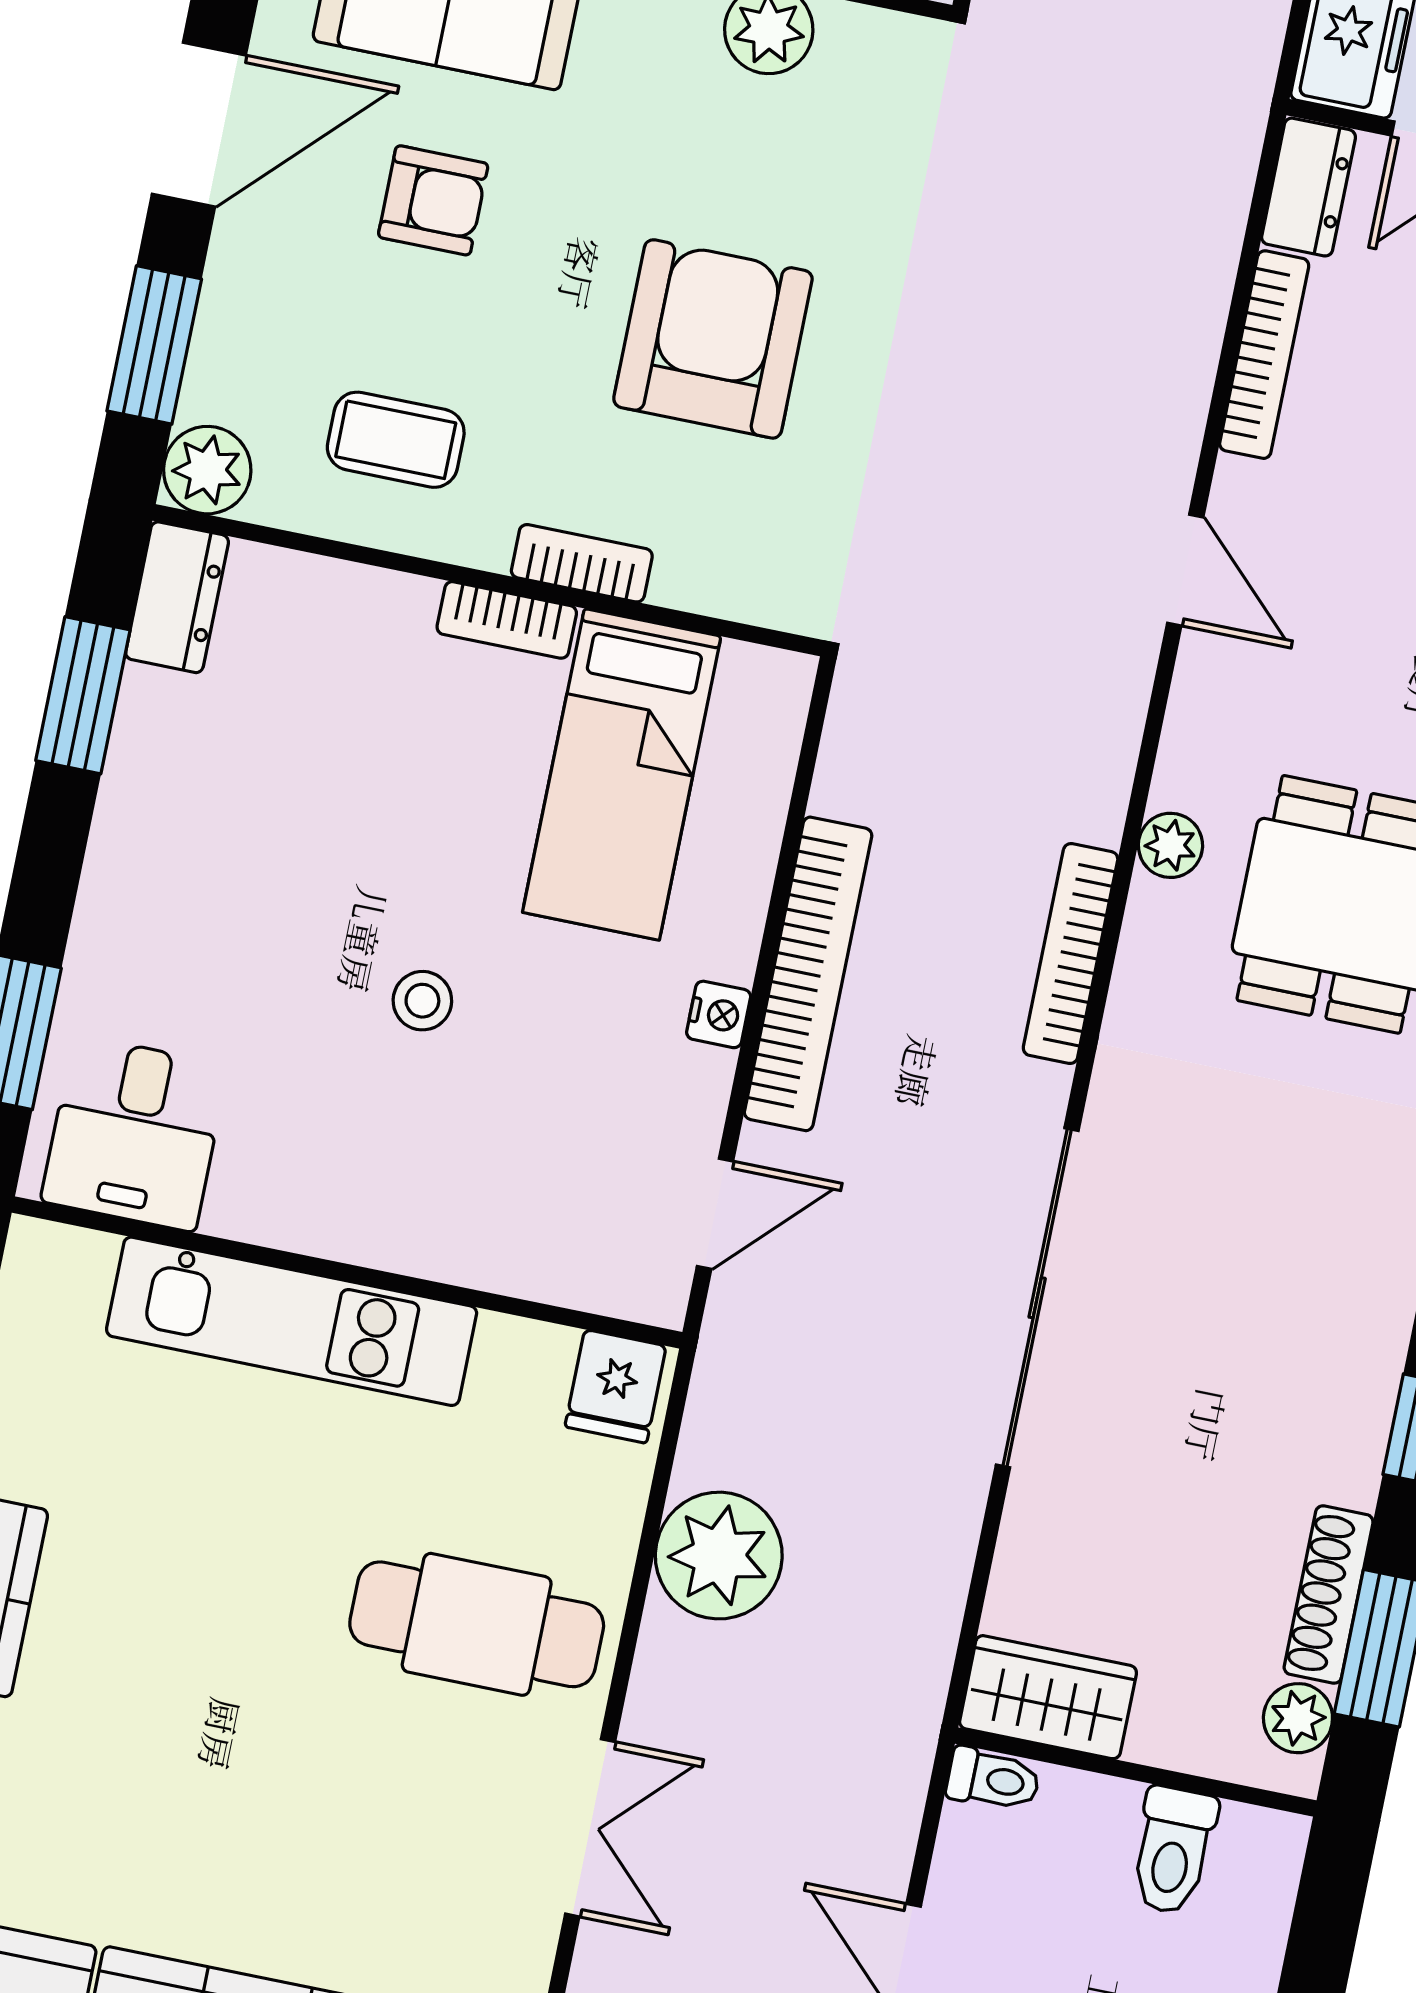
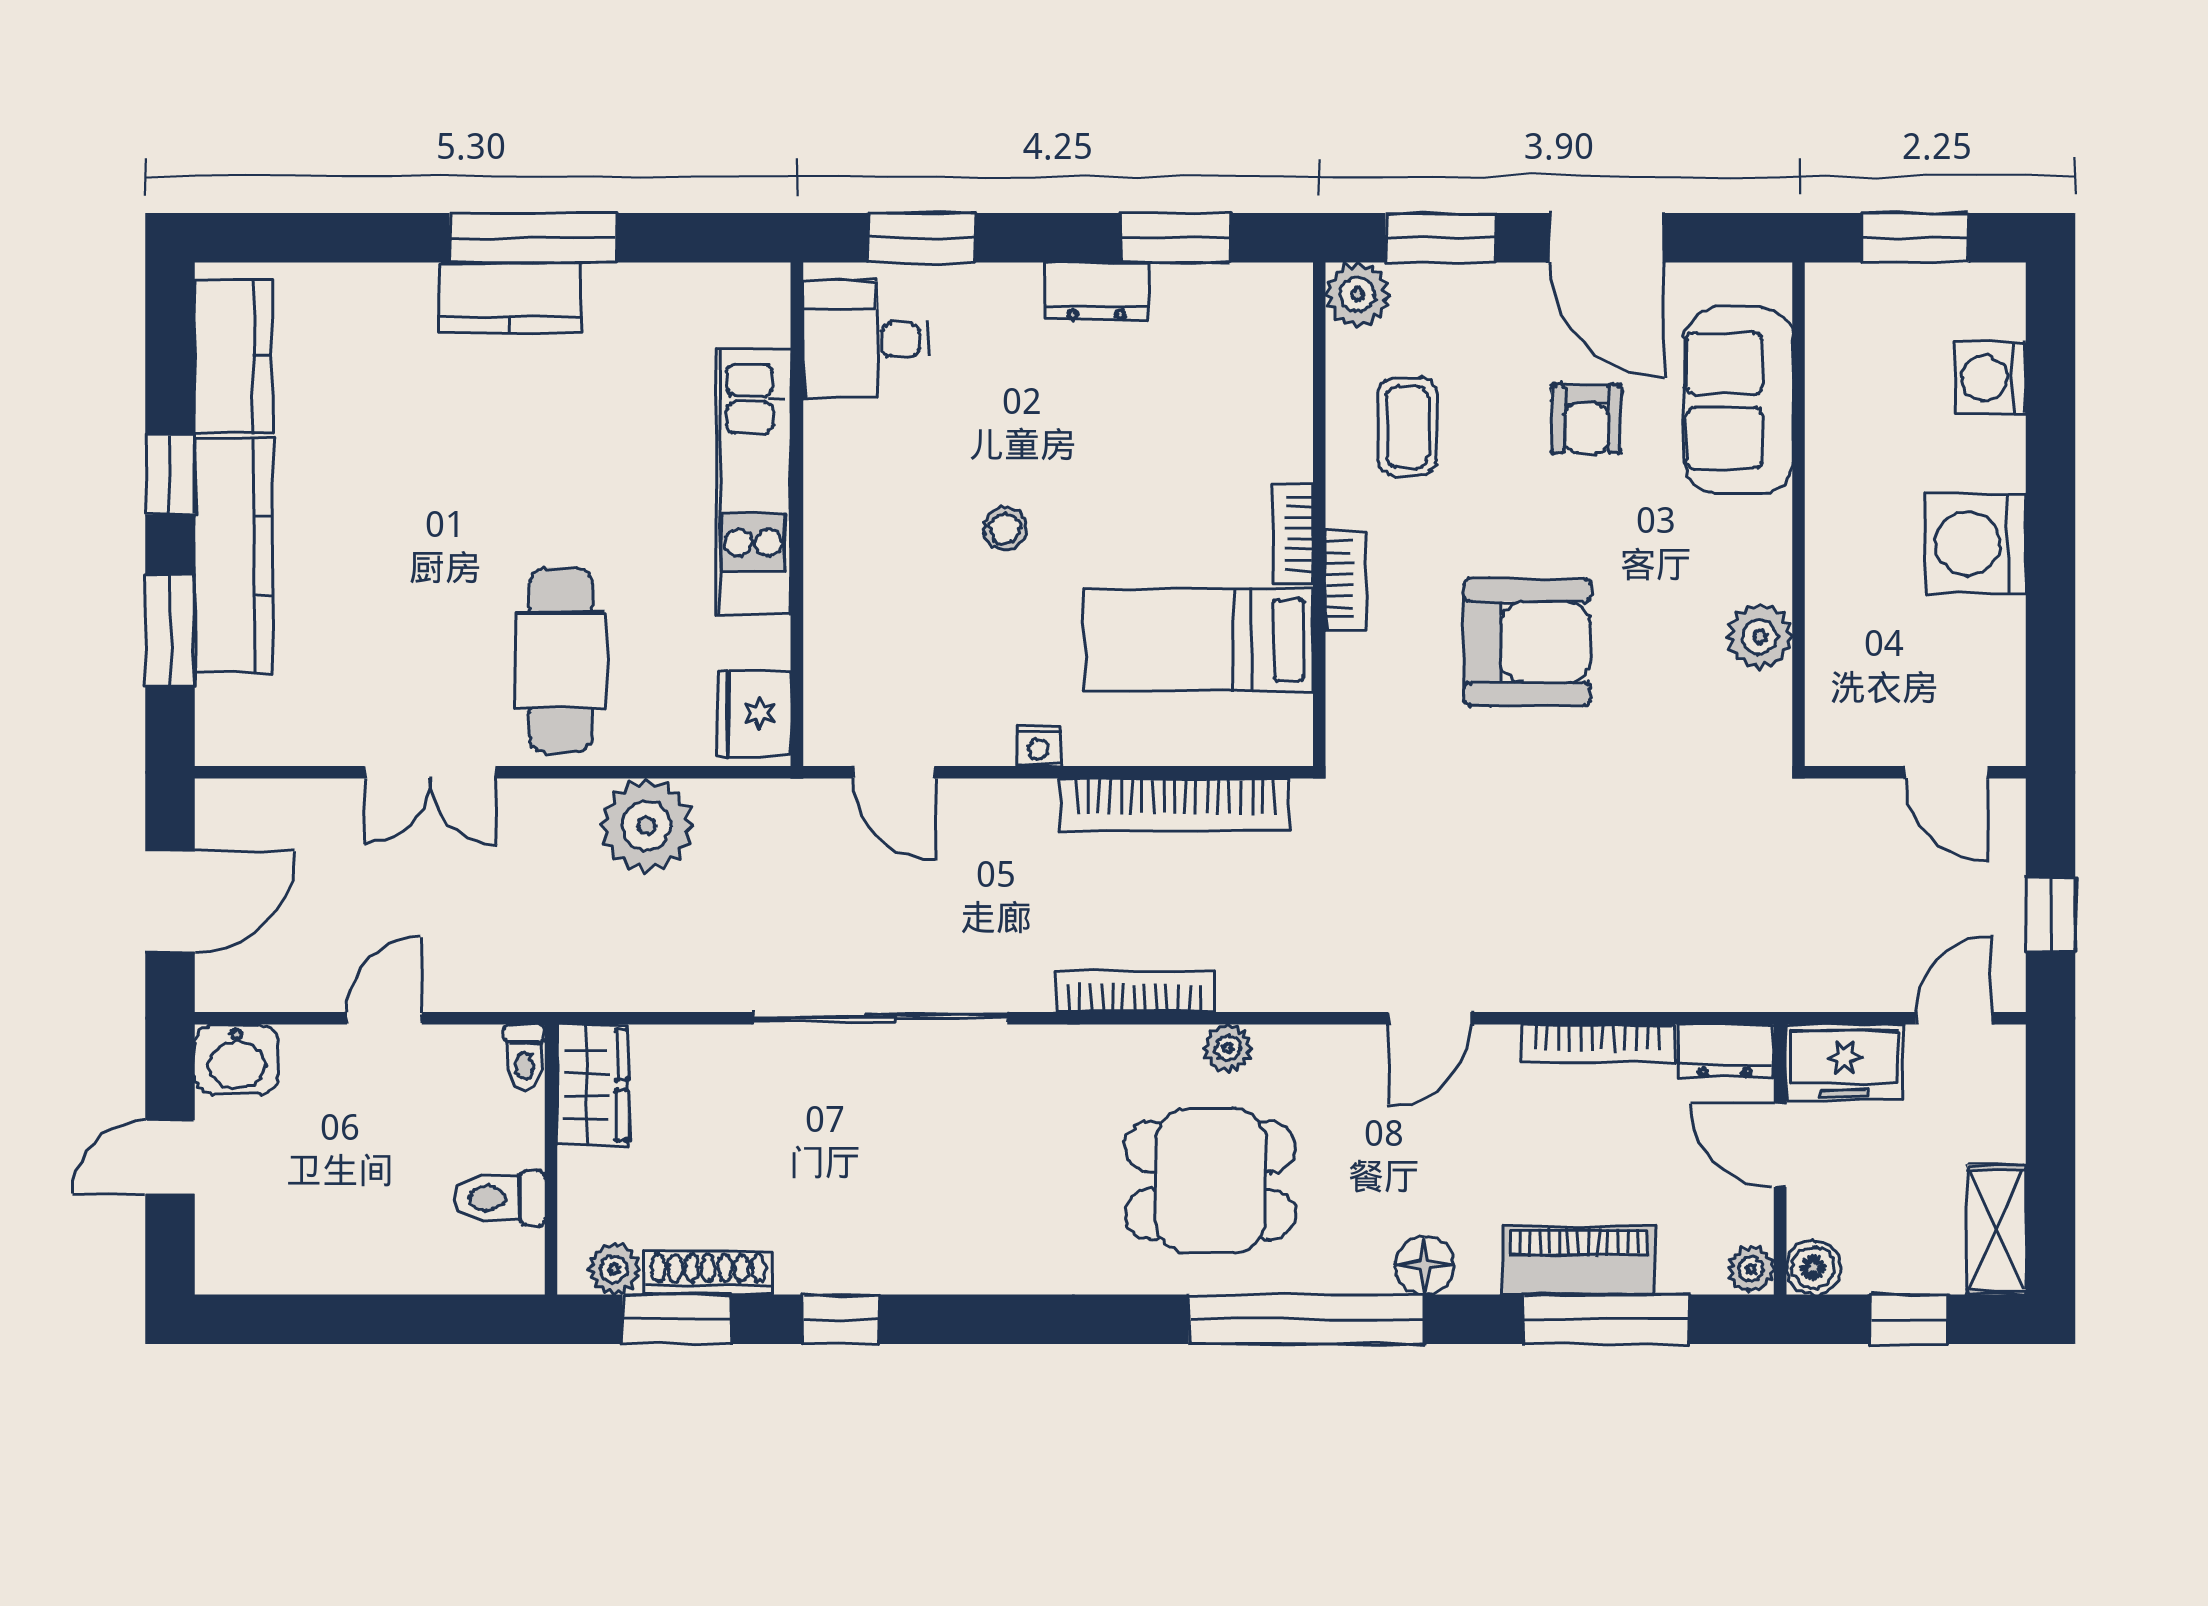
dresser: (177, 597) -> (1096, 291), moved
bookcase: (808, 974) -> (1175, 804), moved
fridge: (616, 1386) -> (754, 714), width x1.38

